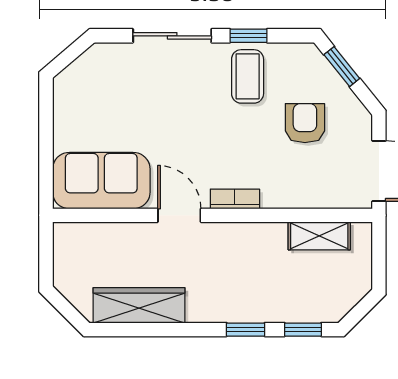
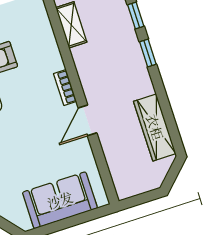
sofa: (101, 181) -> (60, 200), moved, turned 90

